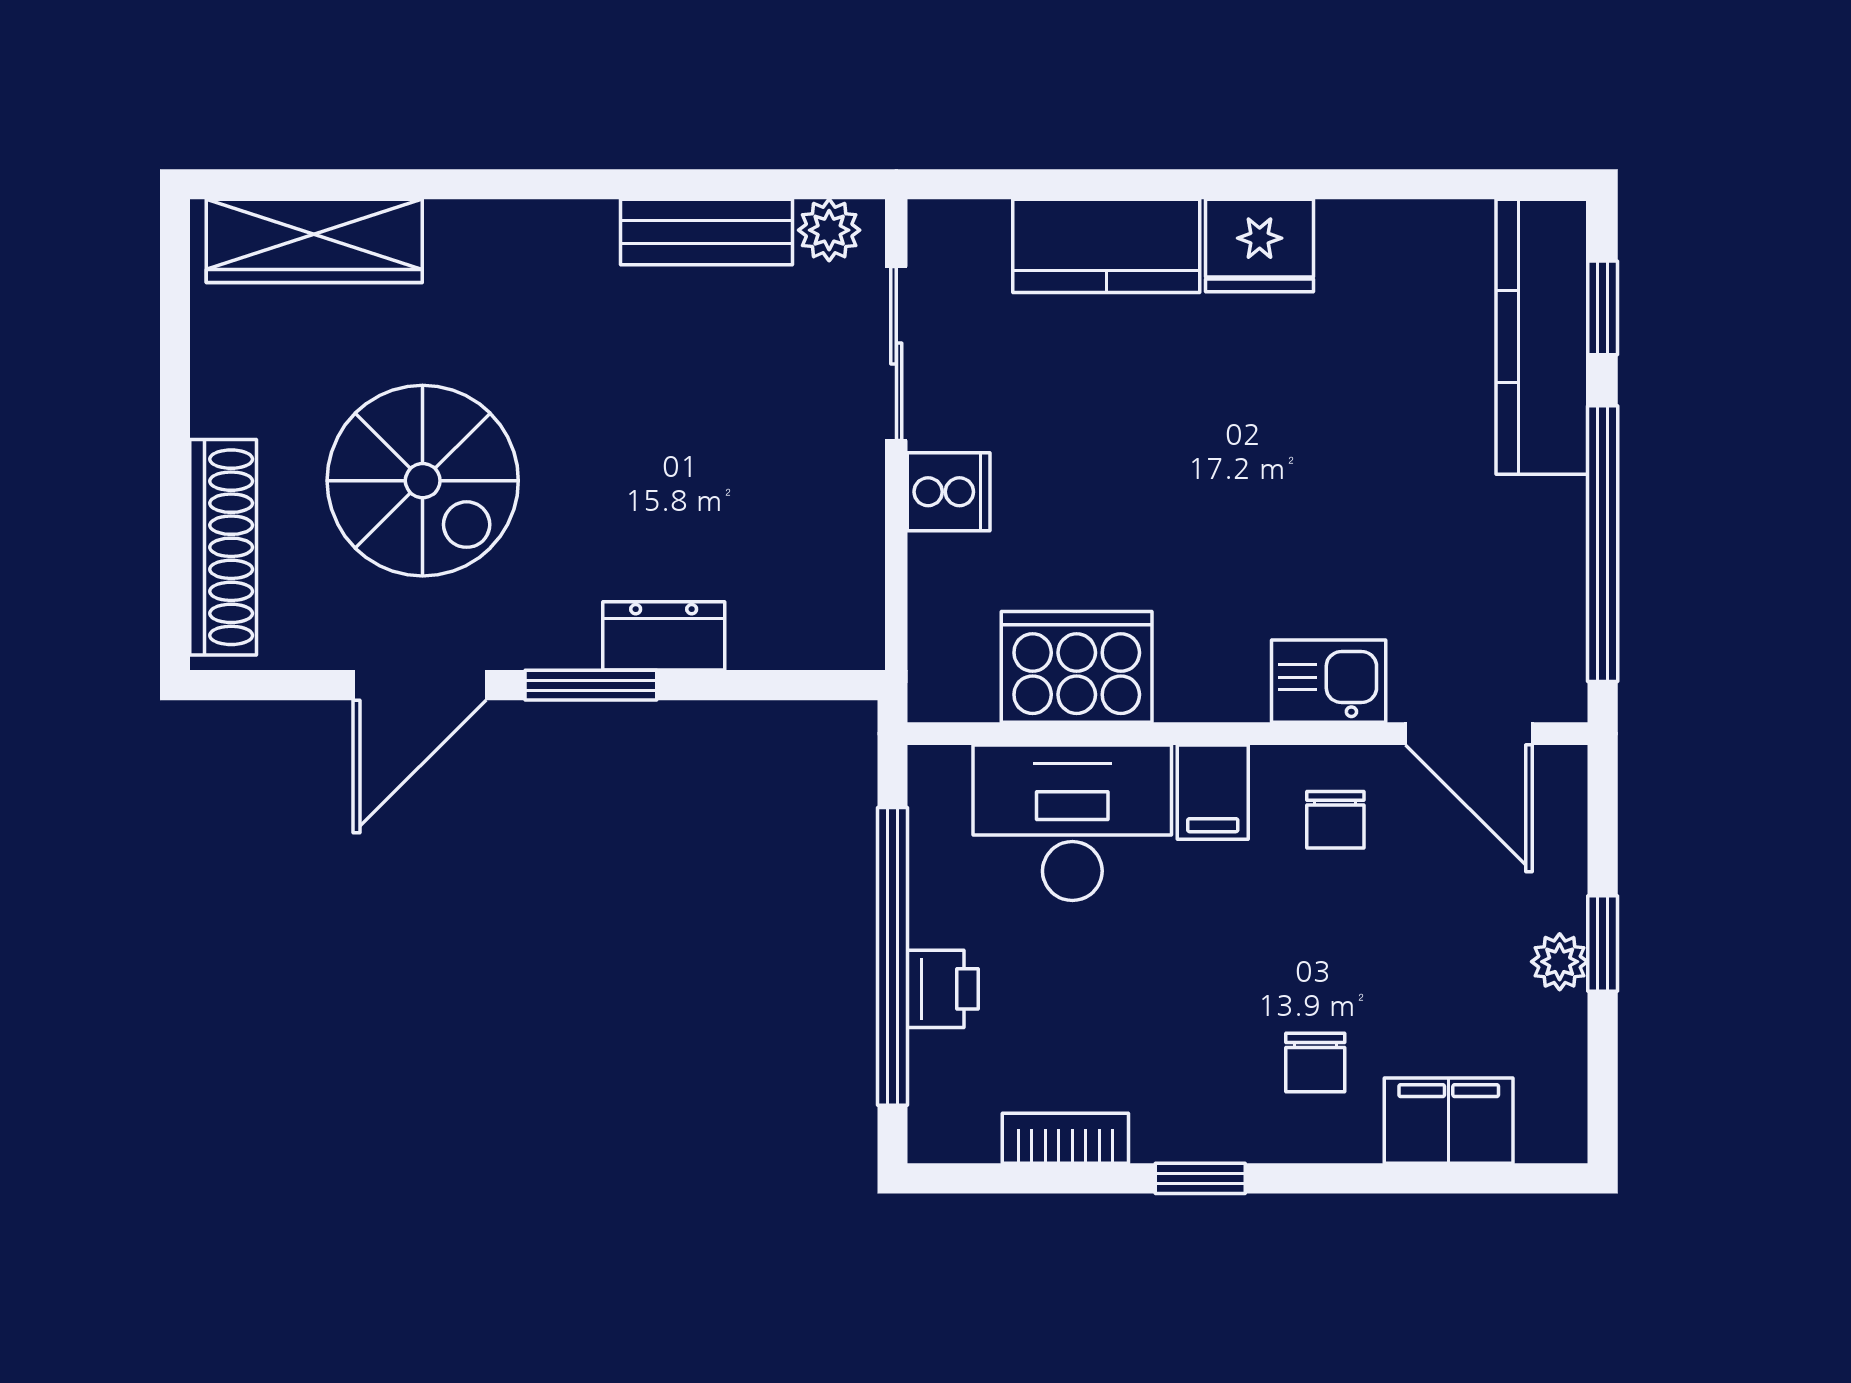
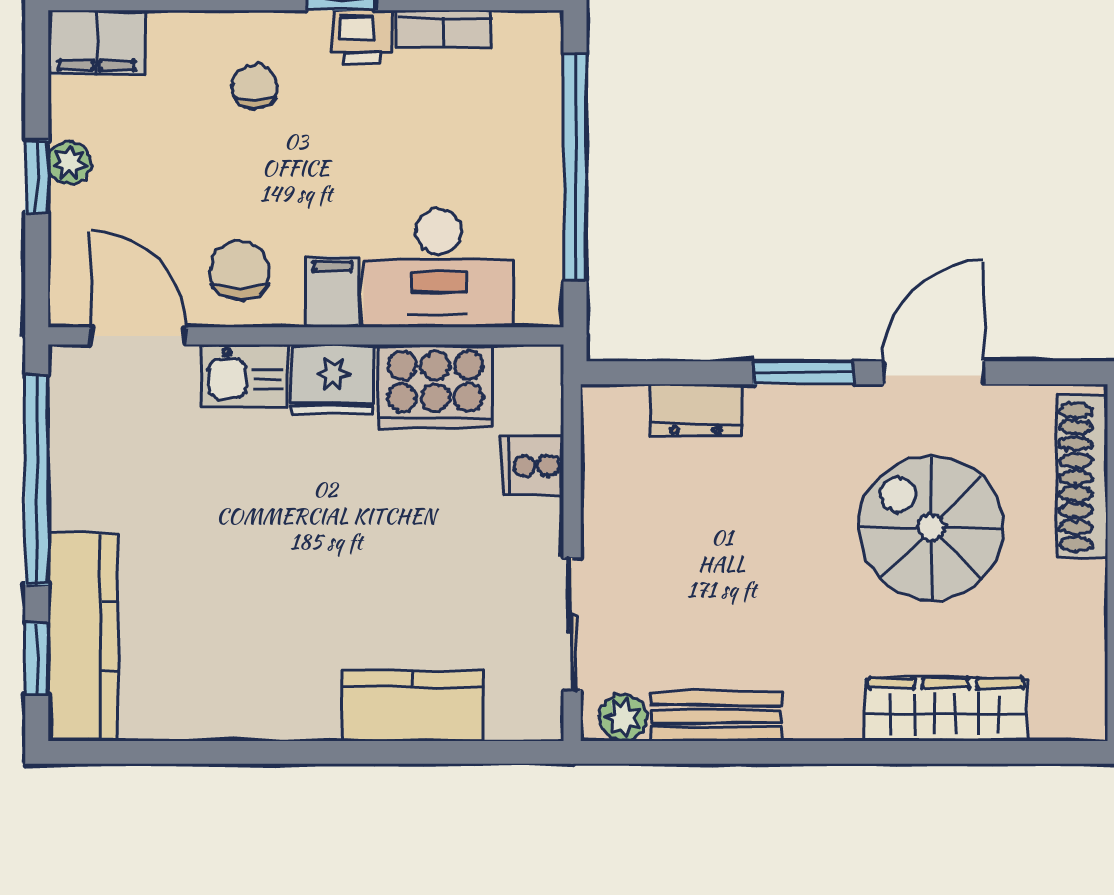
wardrobe: (314, 241) -> (946, 709), moved
fridge: (1260, 246) -> (333, 380), moved, turned 180
cooker: (949, 492) -> (532, 466), moved
dresser: (664, 636) -> (696, 410), moved
chair: (1335, 820) -> (239, 271), width x1.37, depth x1.37
printer: (943, 989) -> (362, 37), moved, turned -90
filing cabinet: (1449, 1121) -> (97, 43), moved

